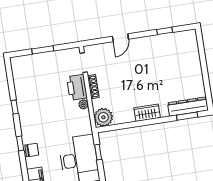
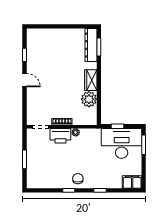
door: (120, 38) -> (25, 80), moved
plant: (103, 117) -> (89, 99), moved
chair: (32, 150) -> (78, 179), moved

